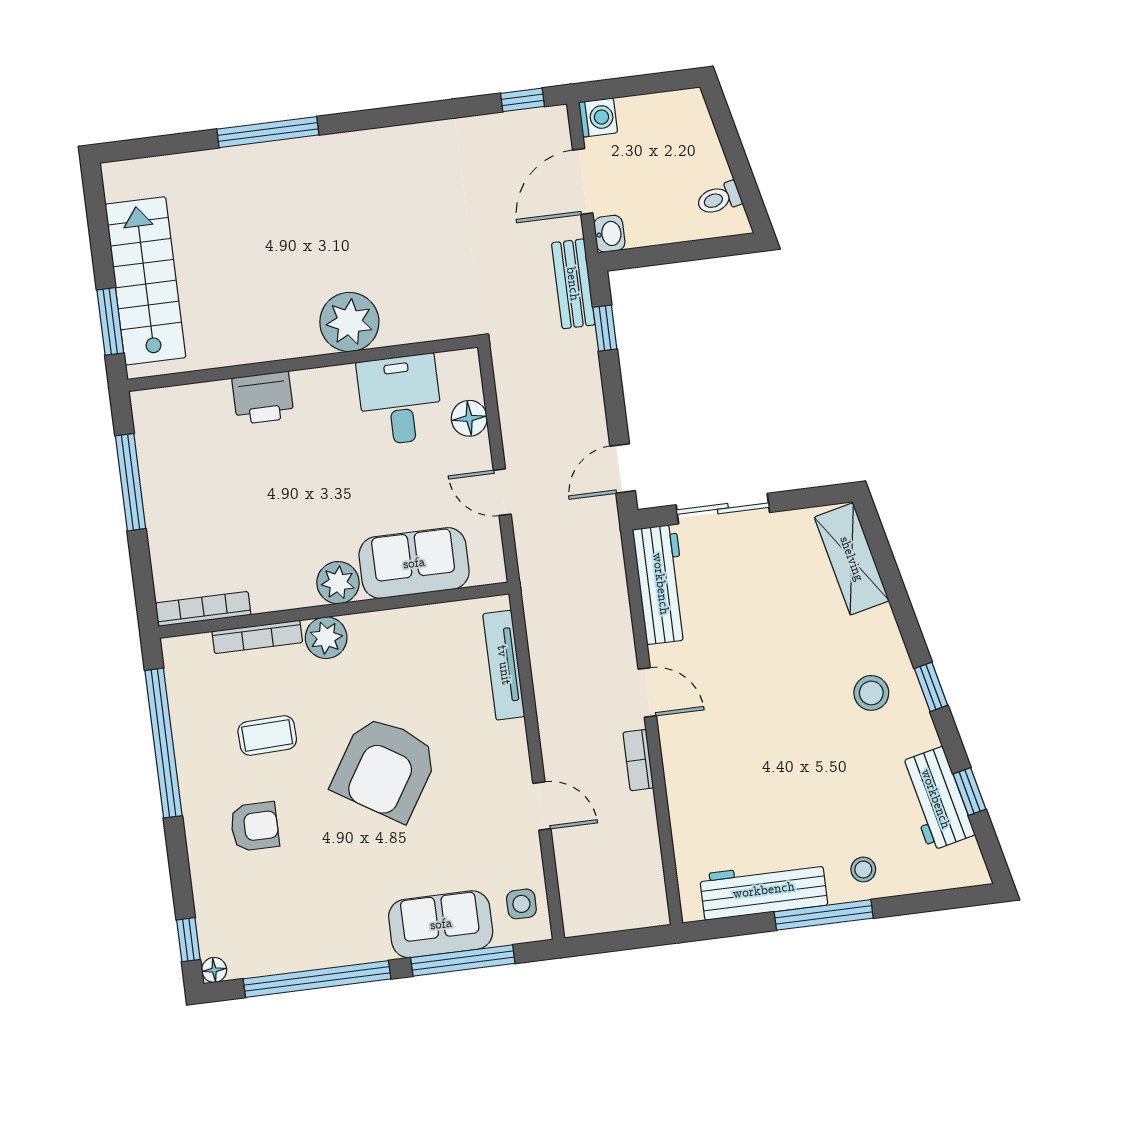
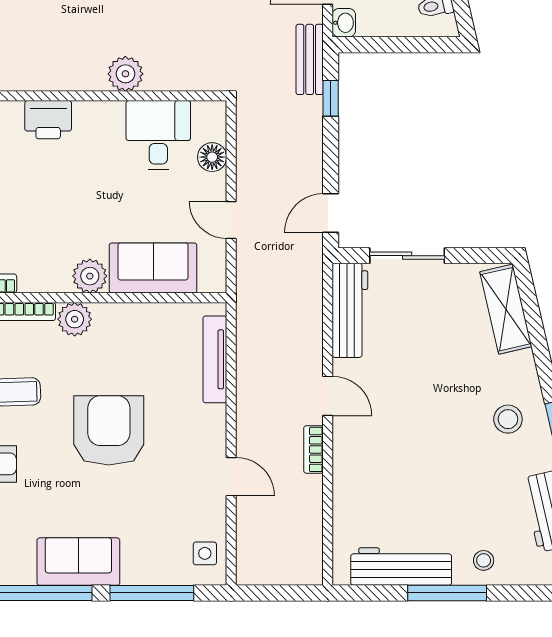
plant: (349, 322) -> (125, 74), width x0.73, depth x0.73
armchair: (385, 768) -> (109, 430), turned 148
sofa: (441, 924) -> (78, 562), moved

